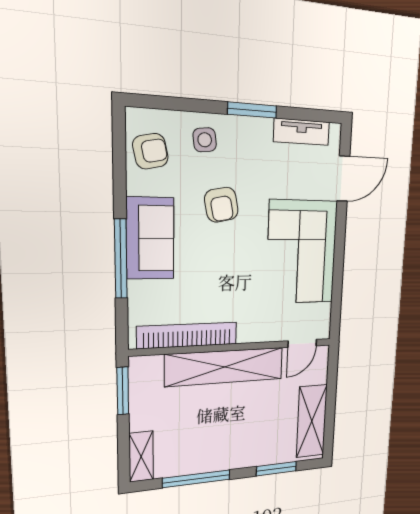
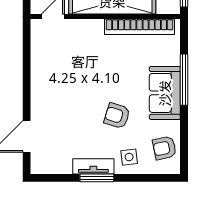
tv unit: (302, 132) -> (93, 166), moved
armchair: (221, 205) -> (117, 116), turned -62
corner sofa: (302, 252) -> (57, 84), removed

